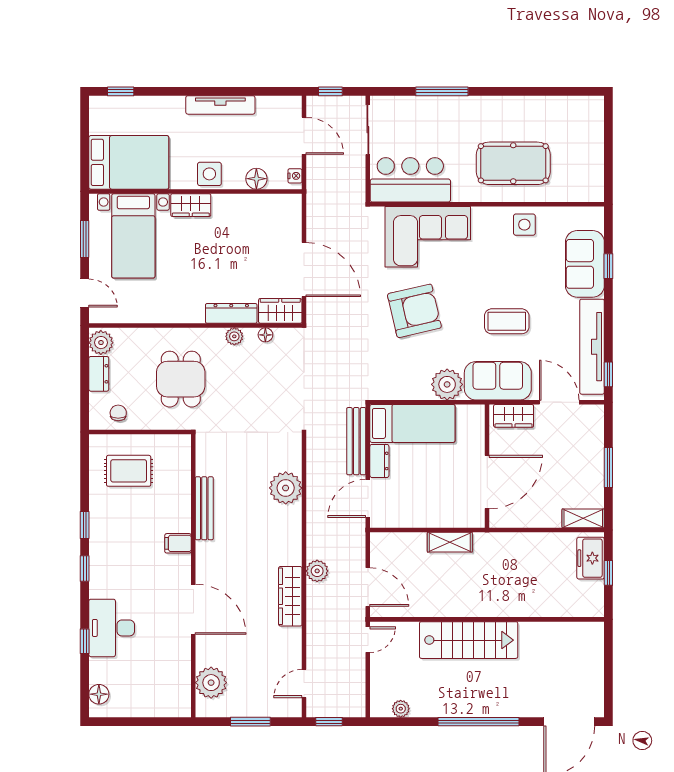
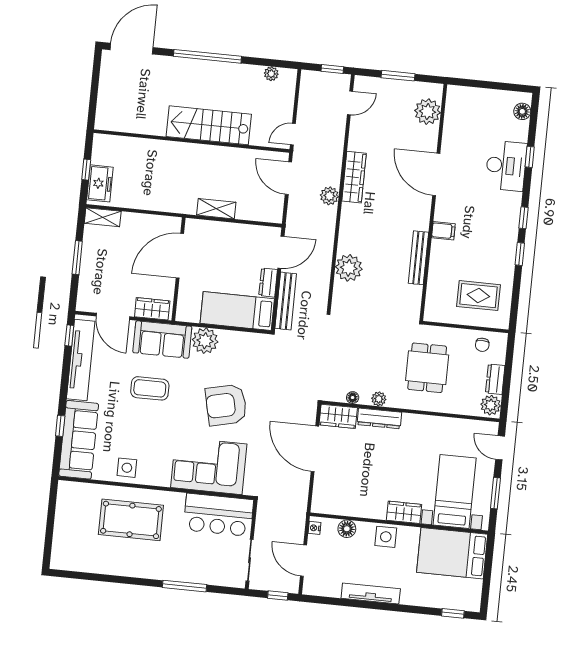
sofa: (585, 264) -> (79, 440), width x1.36

